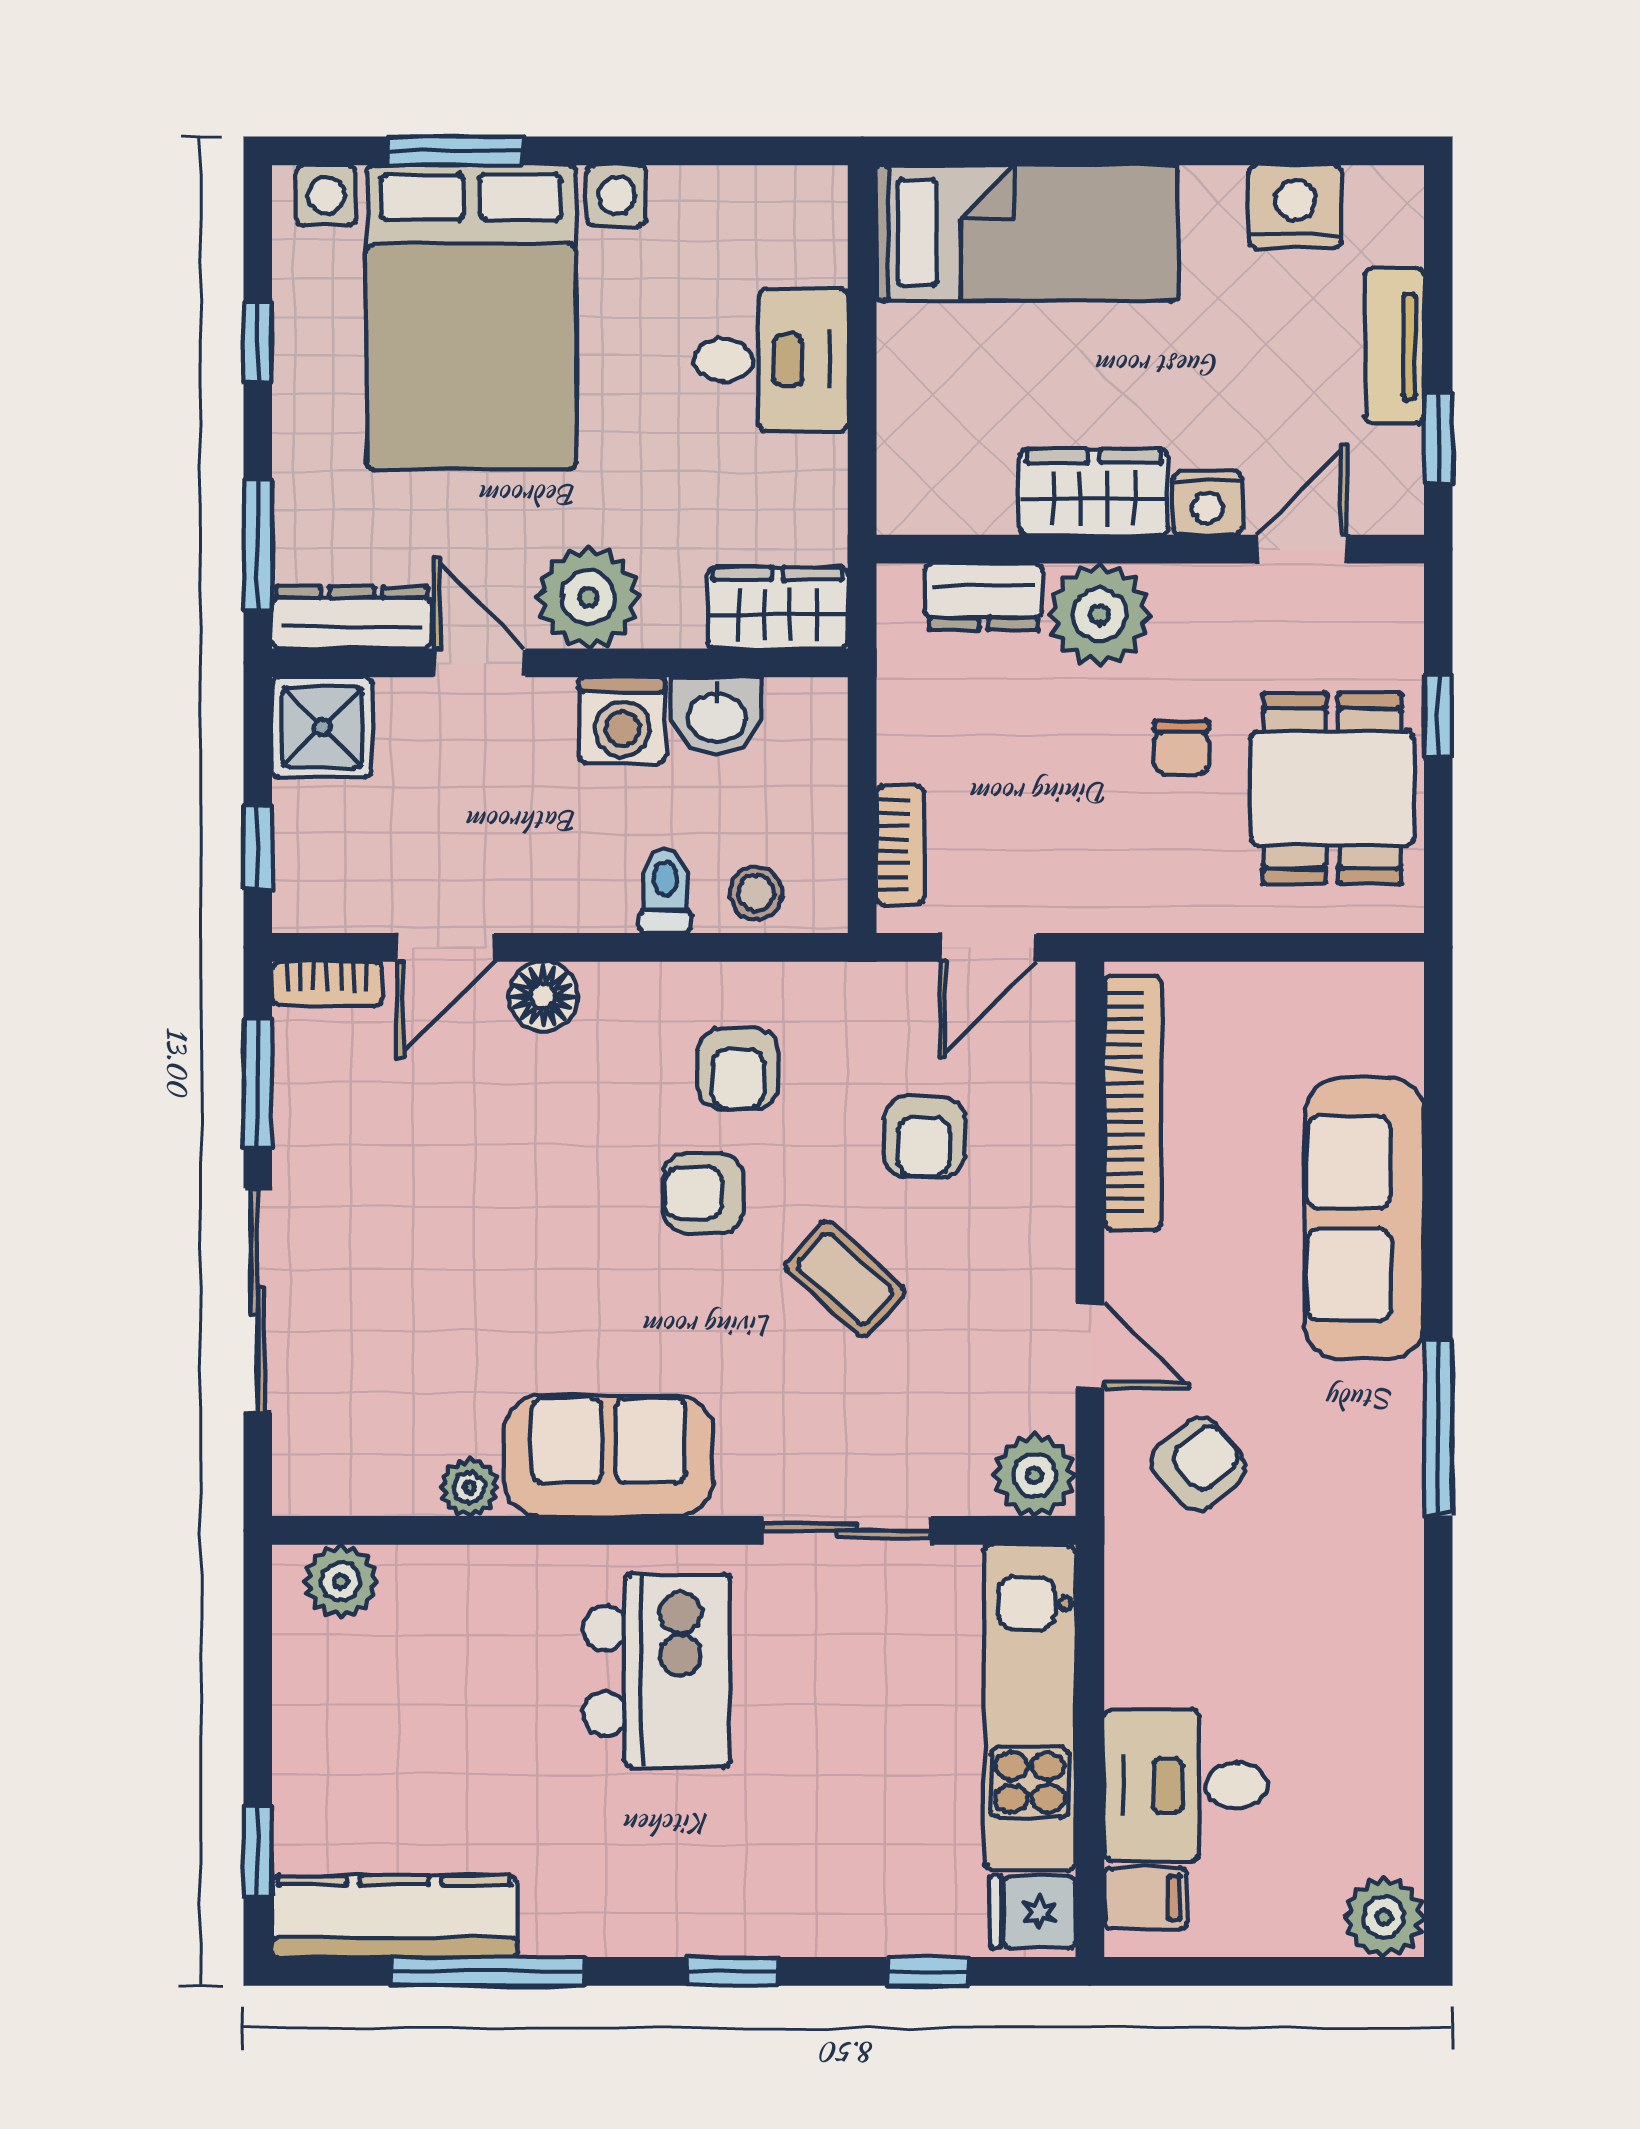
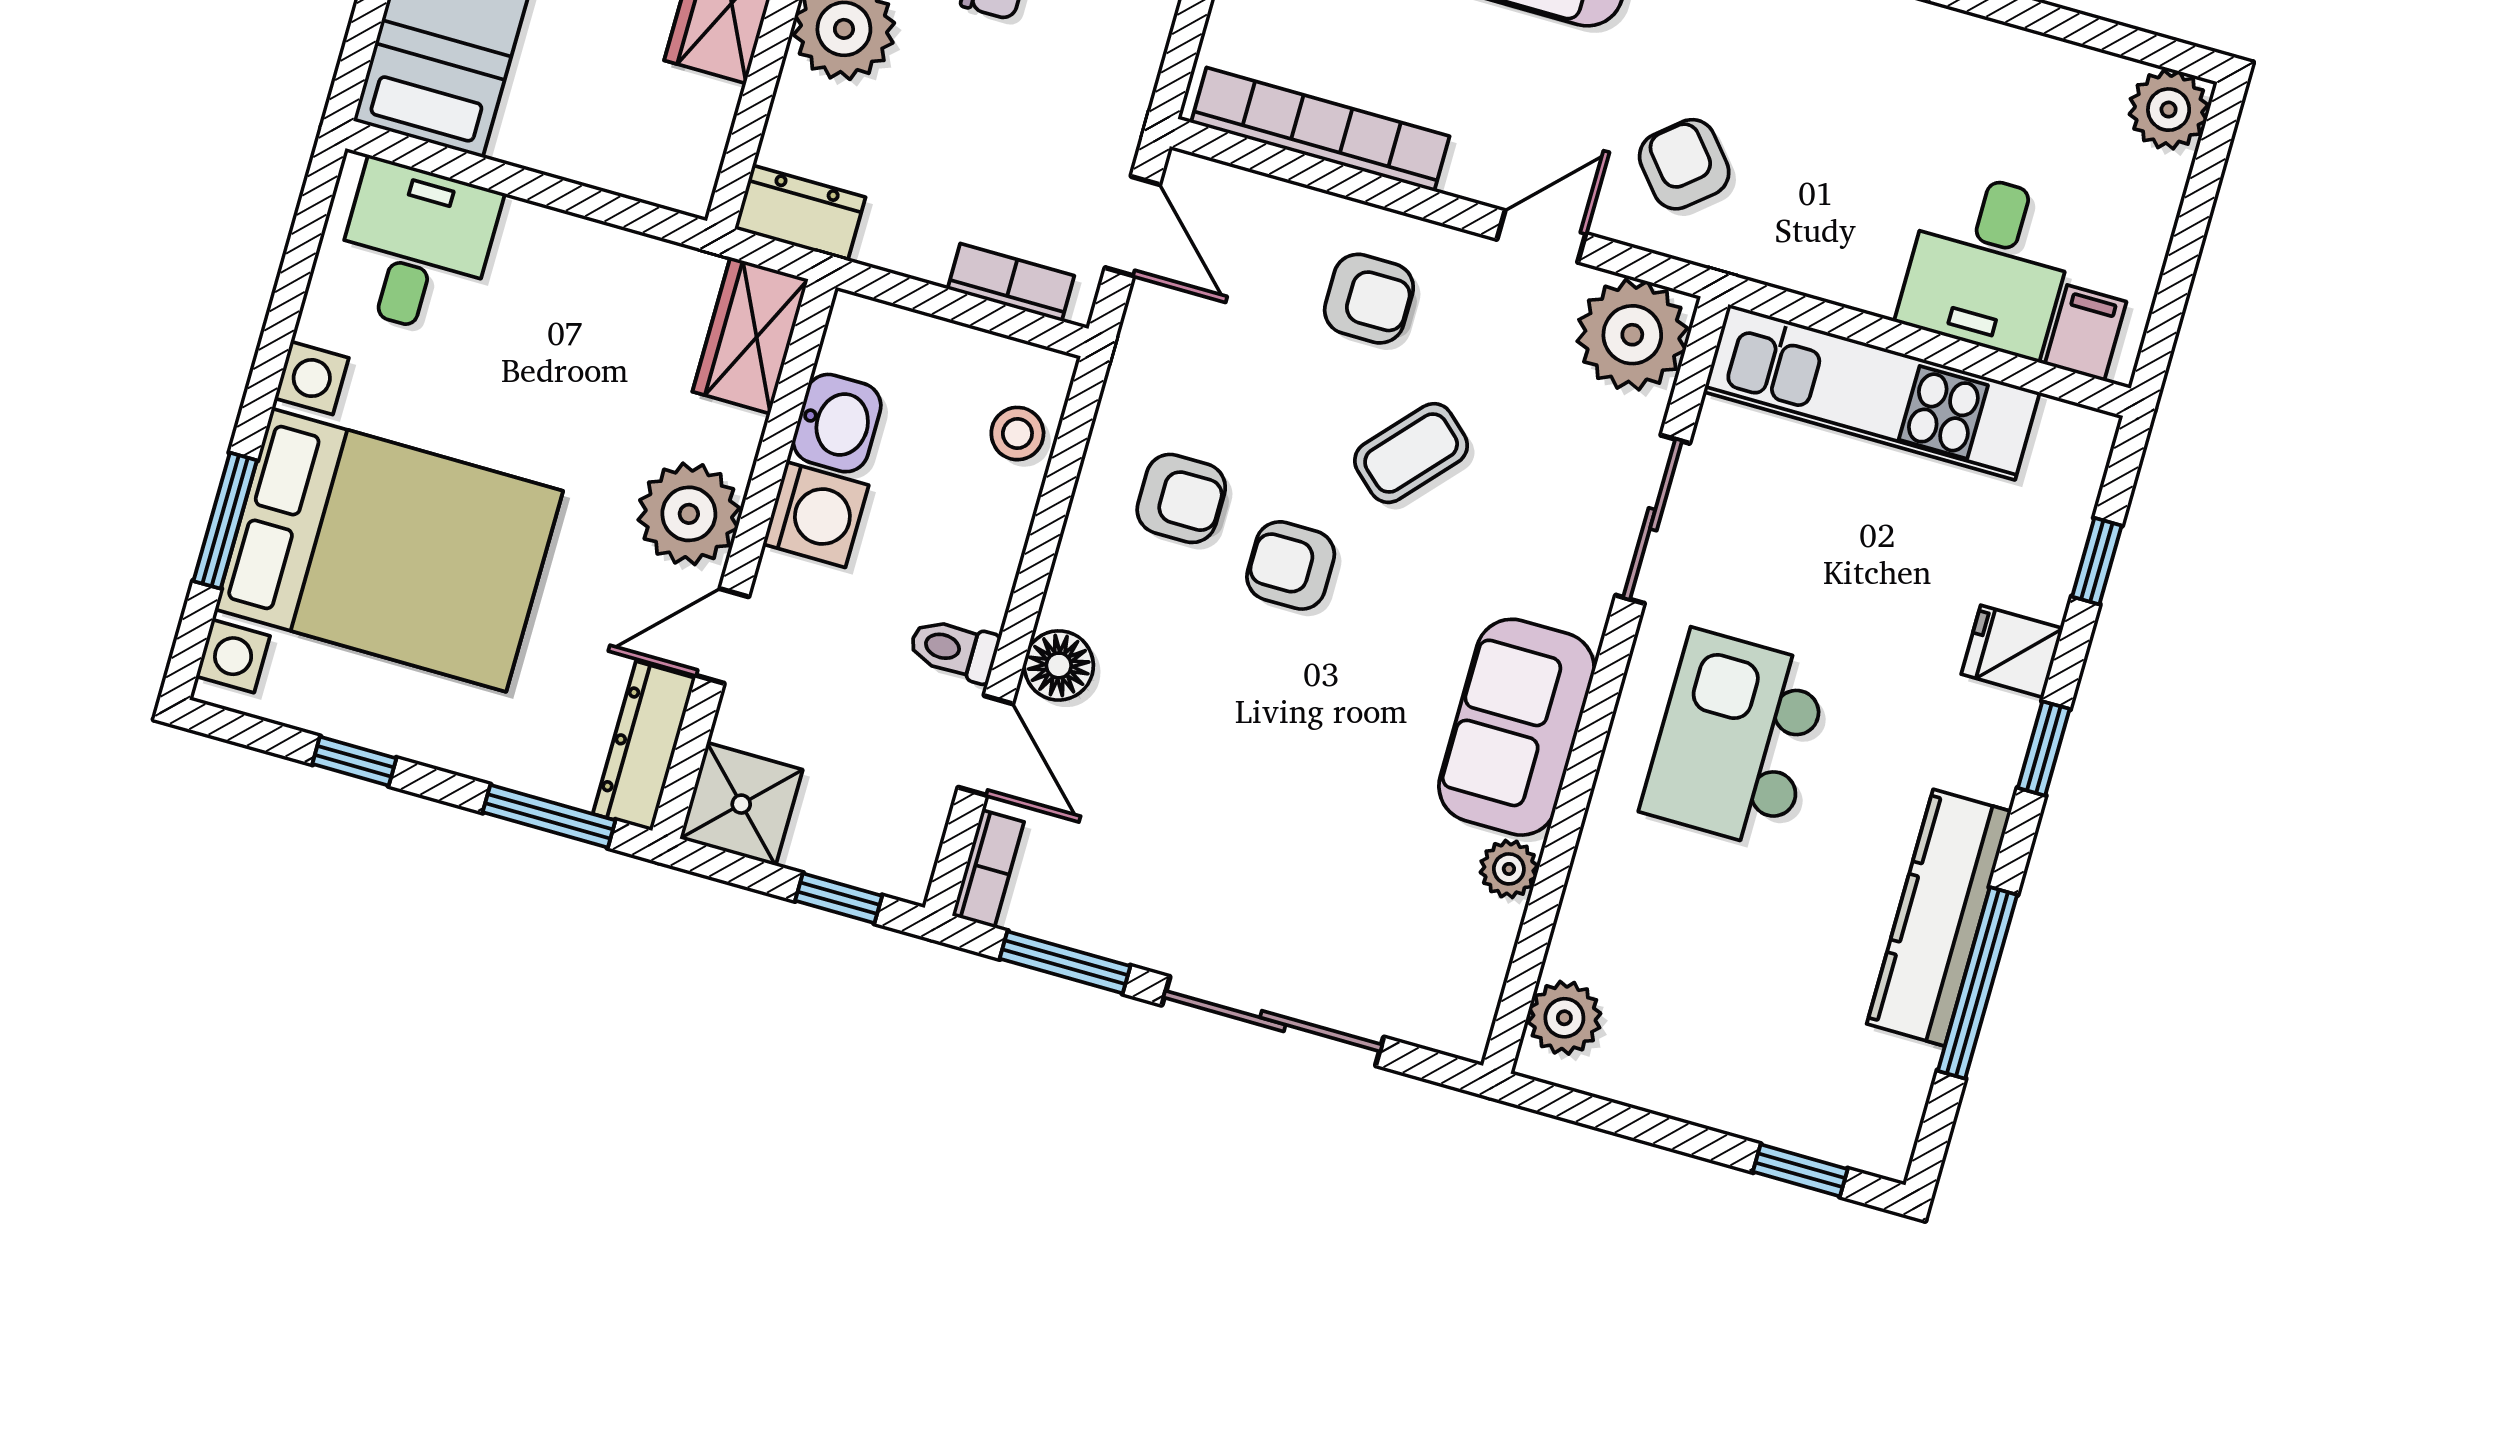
desk: (771, 360) -> (416, 248), moved
dresser: (984, 597) -> (800, 213), moved, turned -90
toilet: (665, 891) -> (954, 650), moved
armchair: (924, 1137) -> (1369, 299), moved
armchair: (703, 1193) -> (1291, 565), turned 90
plant: (1035, 1475) -> (1632, 335), width x1.36, depth x1.36
kitchen island: (657, 1671) -> (1735, 739), turned -90
fridge: (1033, 1912) -> (2012, 651), moved, turned 90
kitchen counter: (395, 1916) -> (1939, 918), moved

